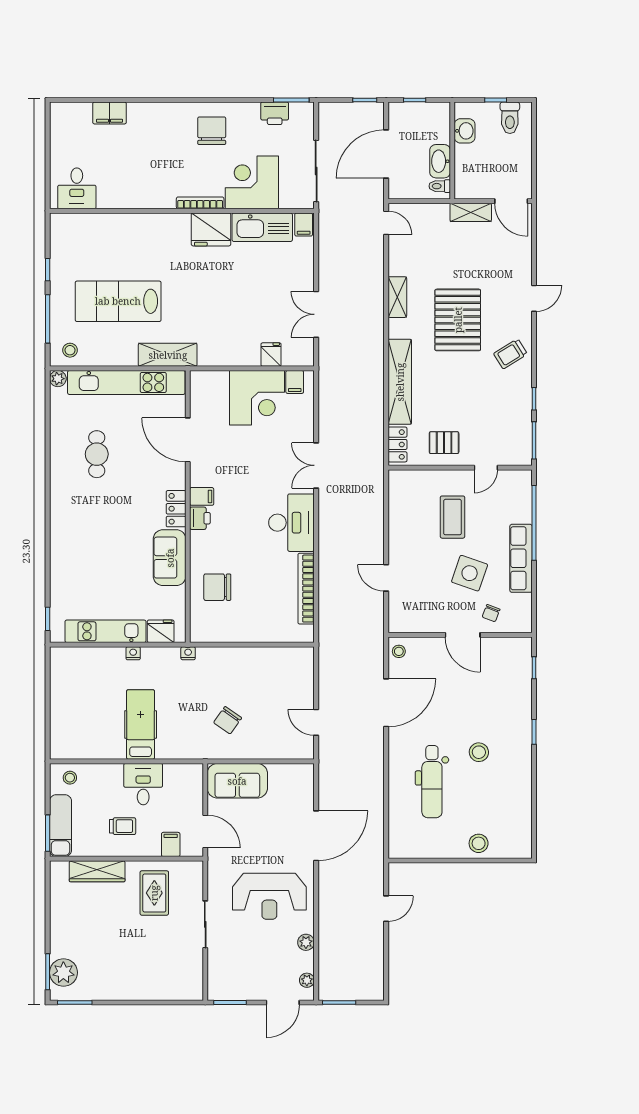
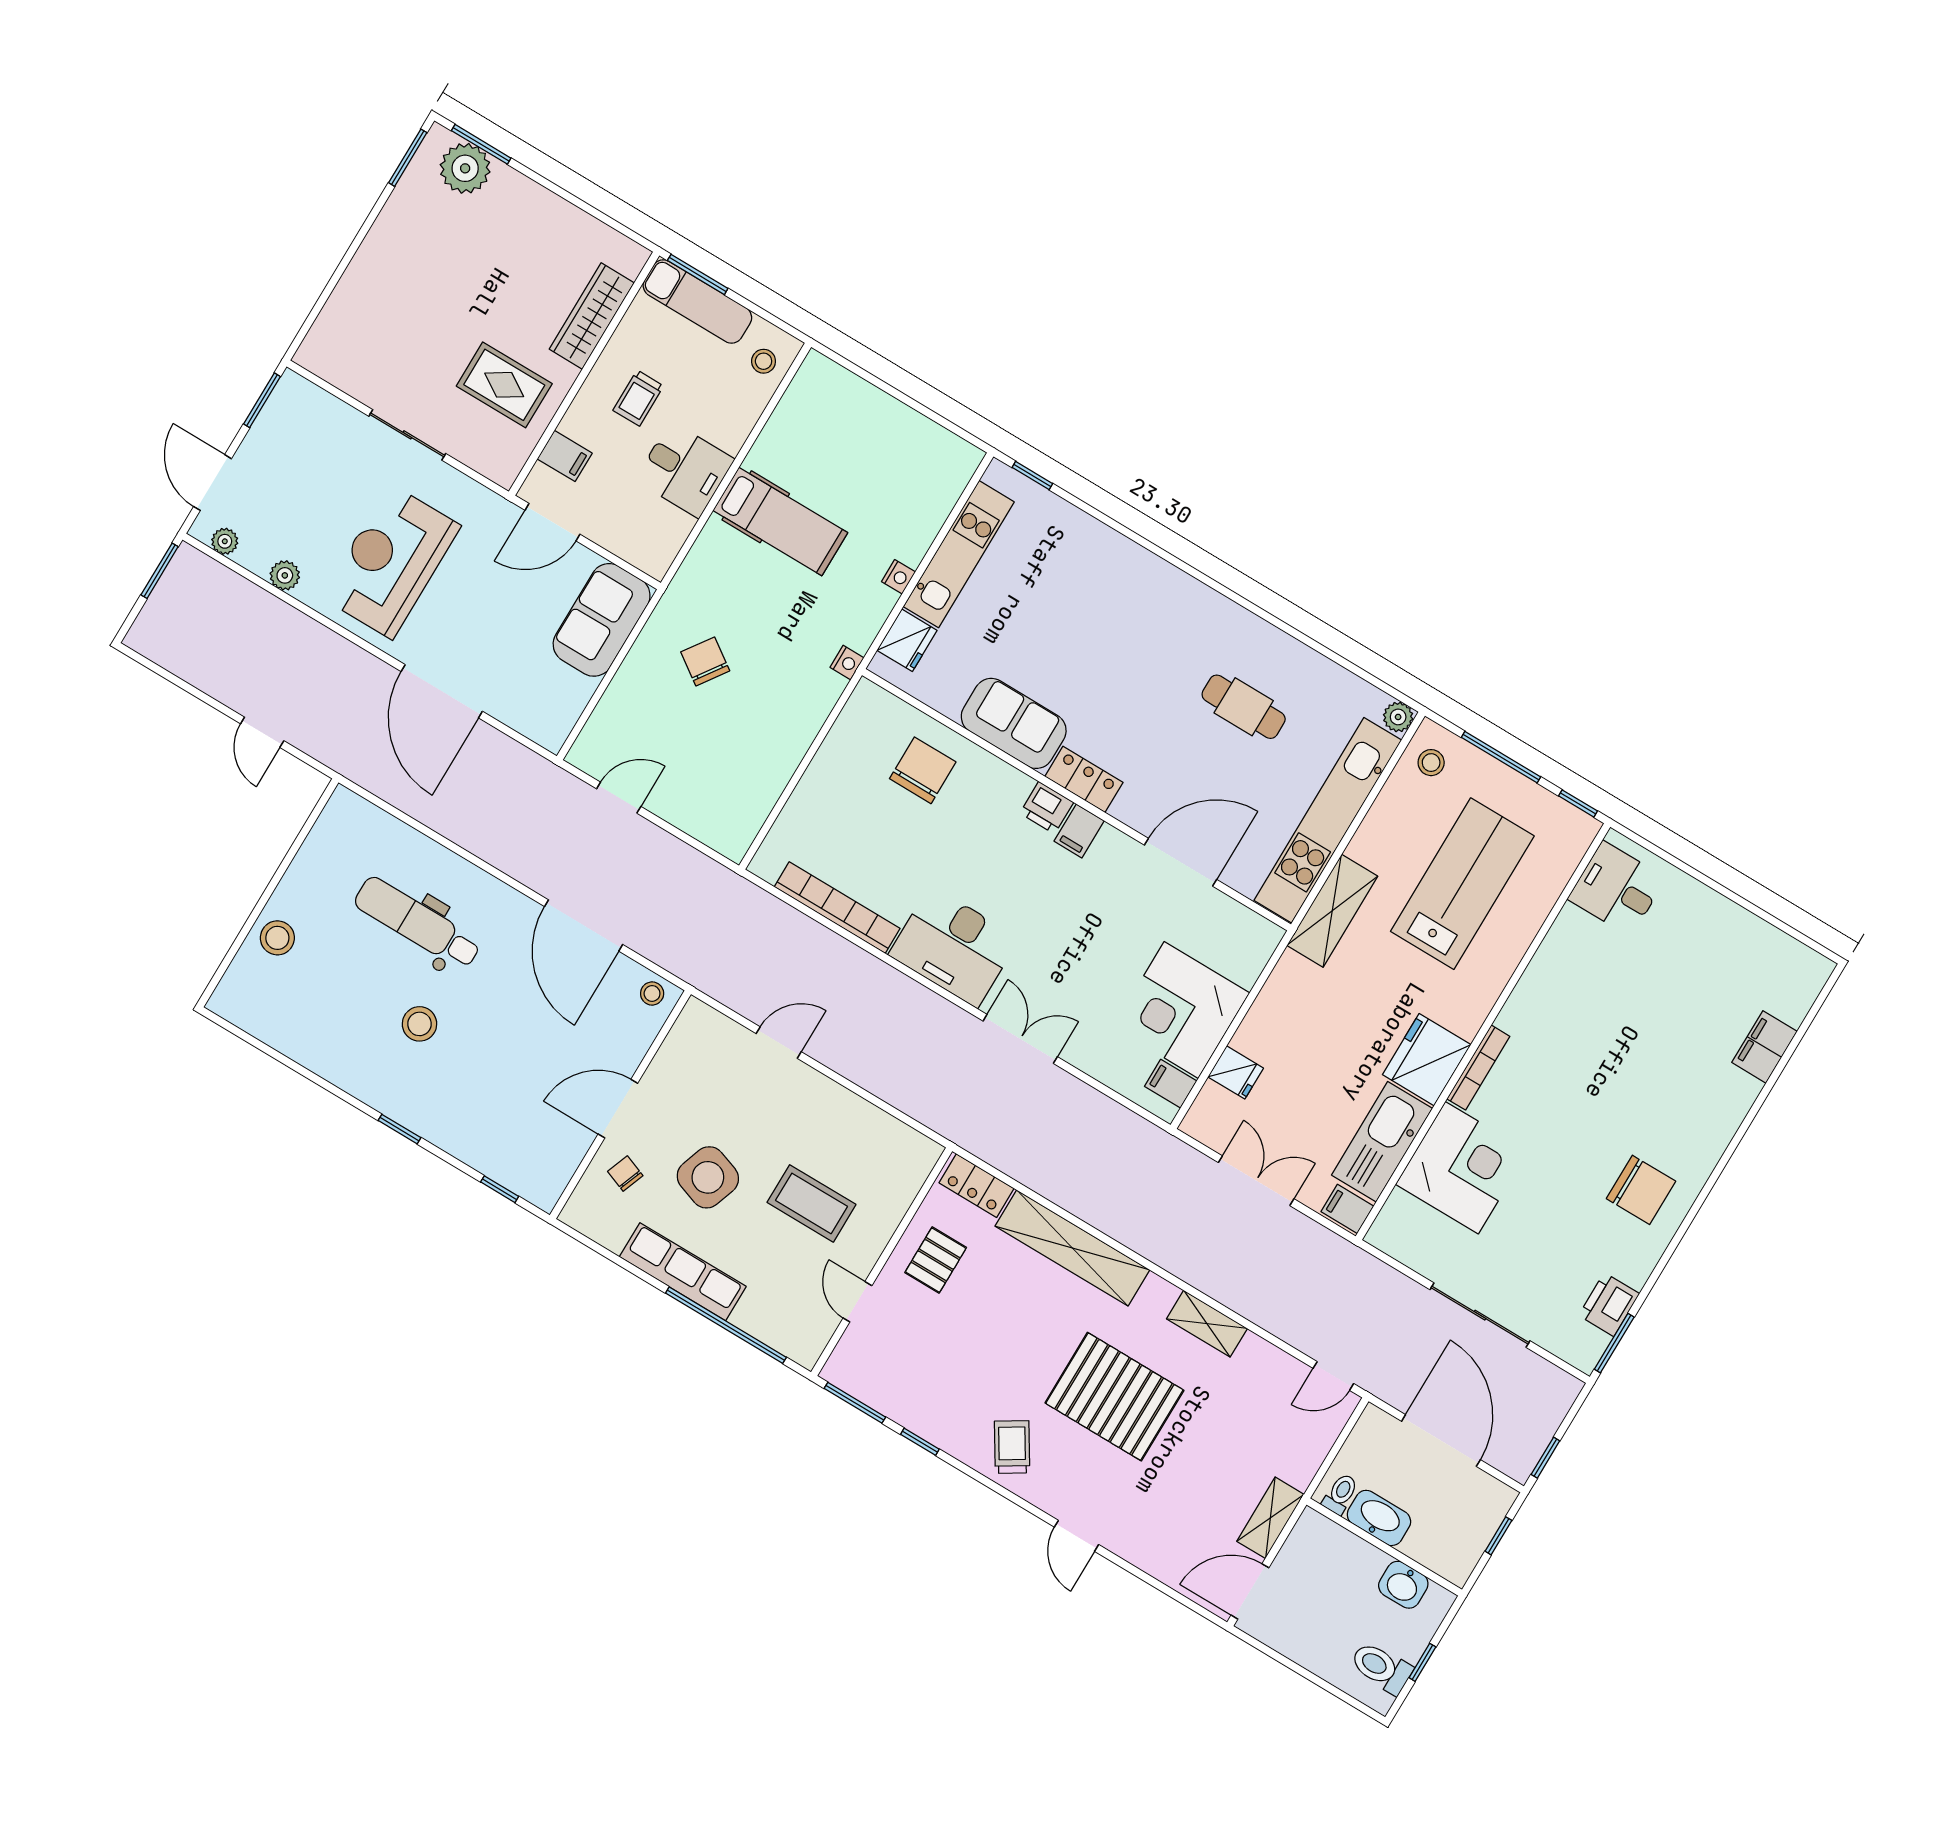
corner desk: (252, 182) -> (1462, 1168), moved
desk: (77, 188) -> (1617, 889), moved
bookcase: (200, 203) -> (1478, 1068), moved
wall: (182, 211) -> (1483, 1032), moved
filing cabinet: (304, 225) -> (1347, 1209), moved
kitchen sink: (262, 227) -> (1382, 1142), moved
fridge: (211, 229) -> (1427, 1060), moved

